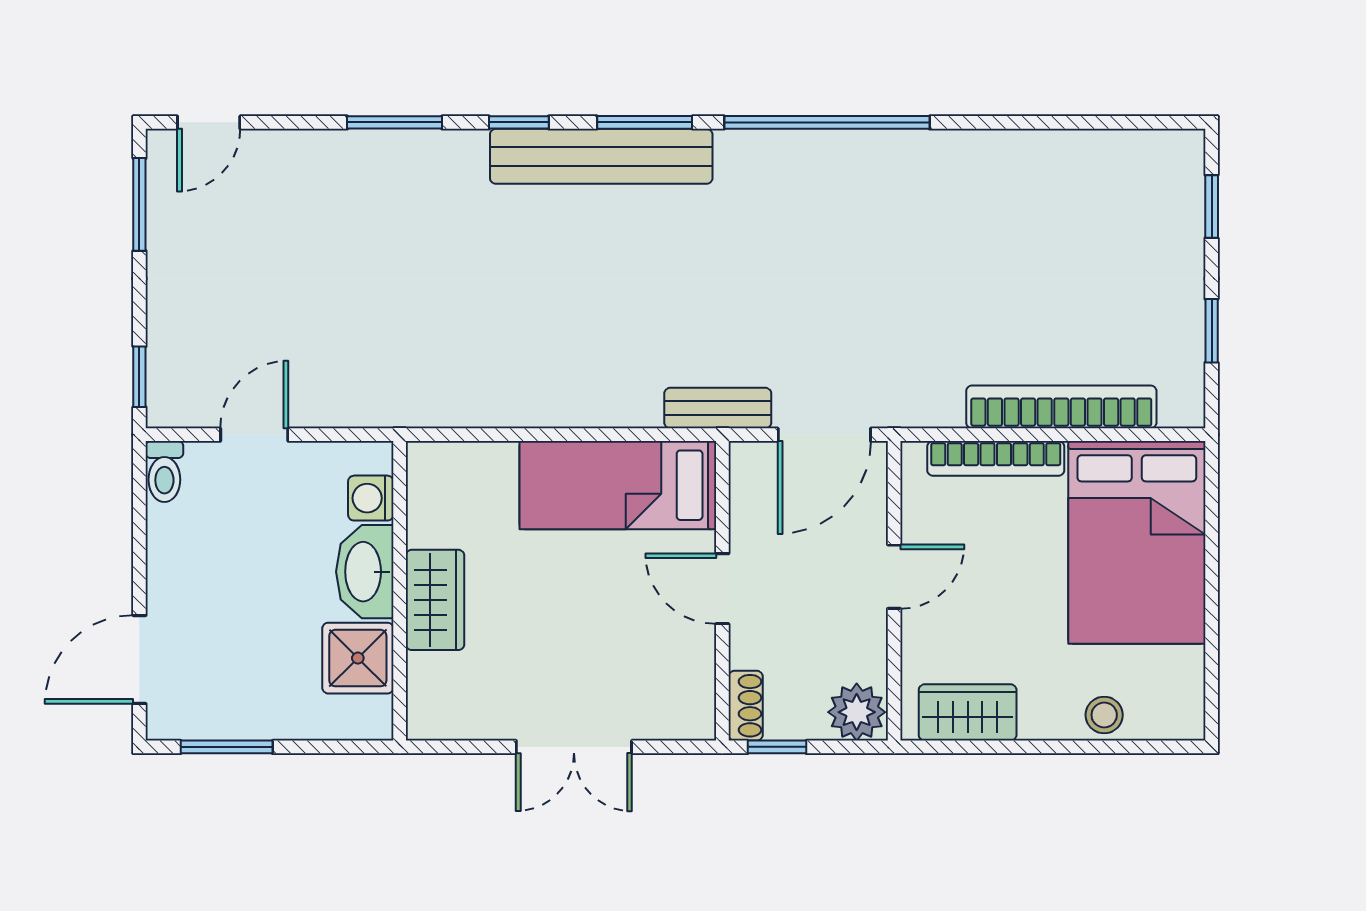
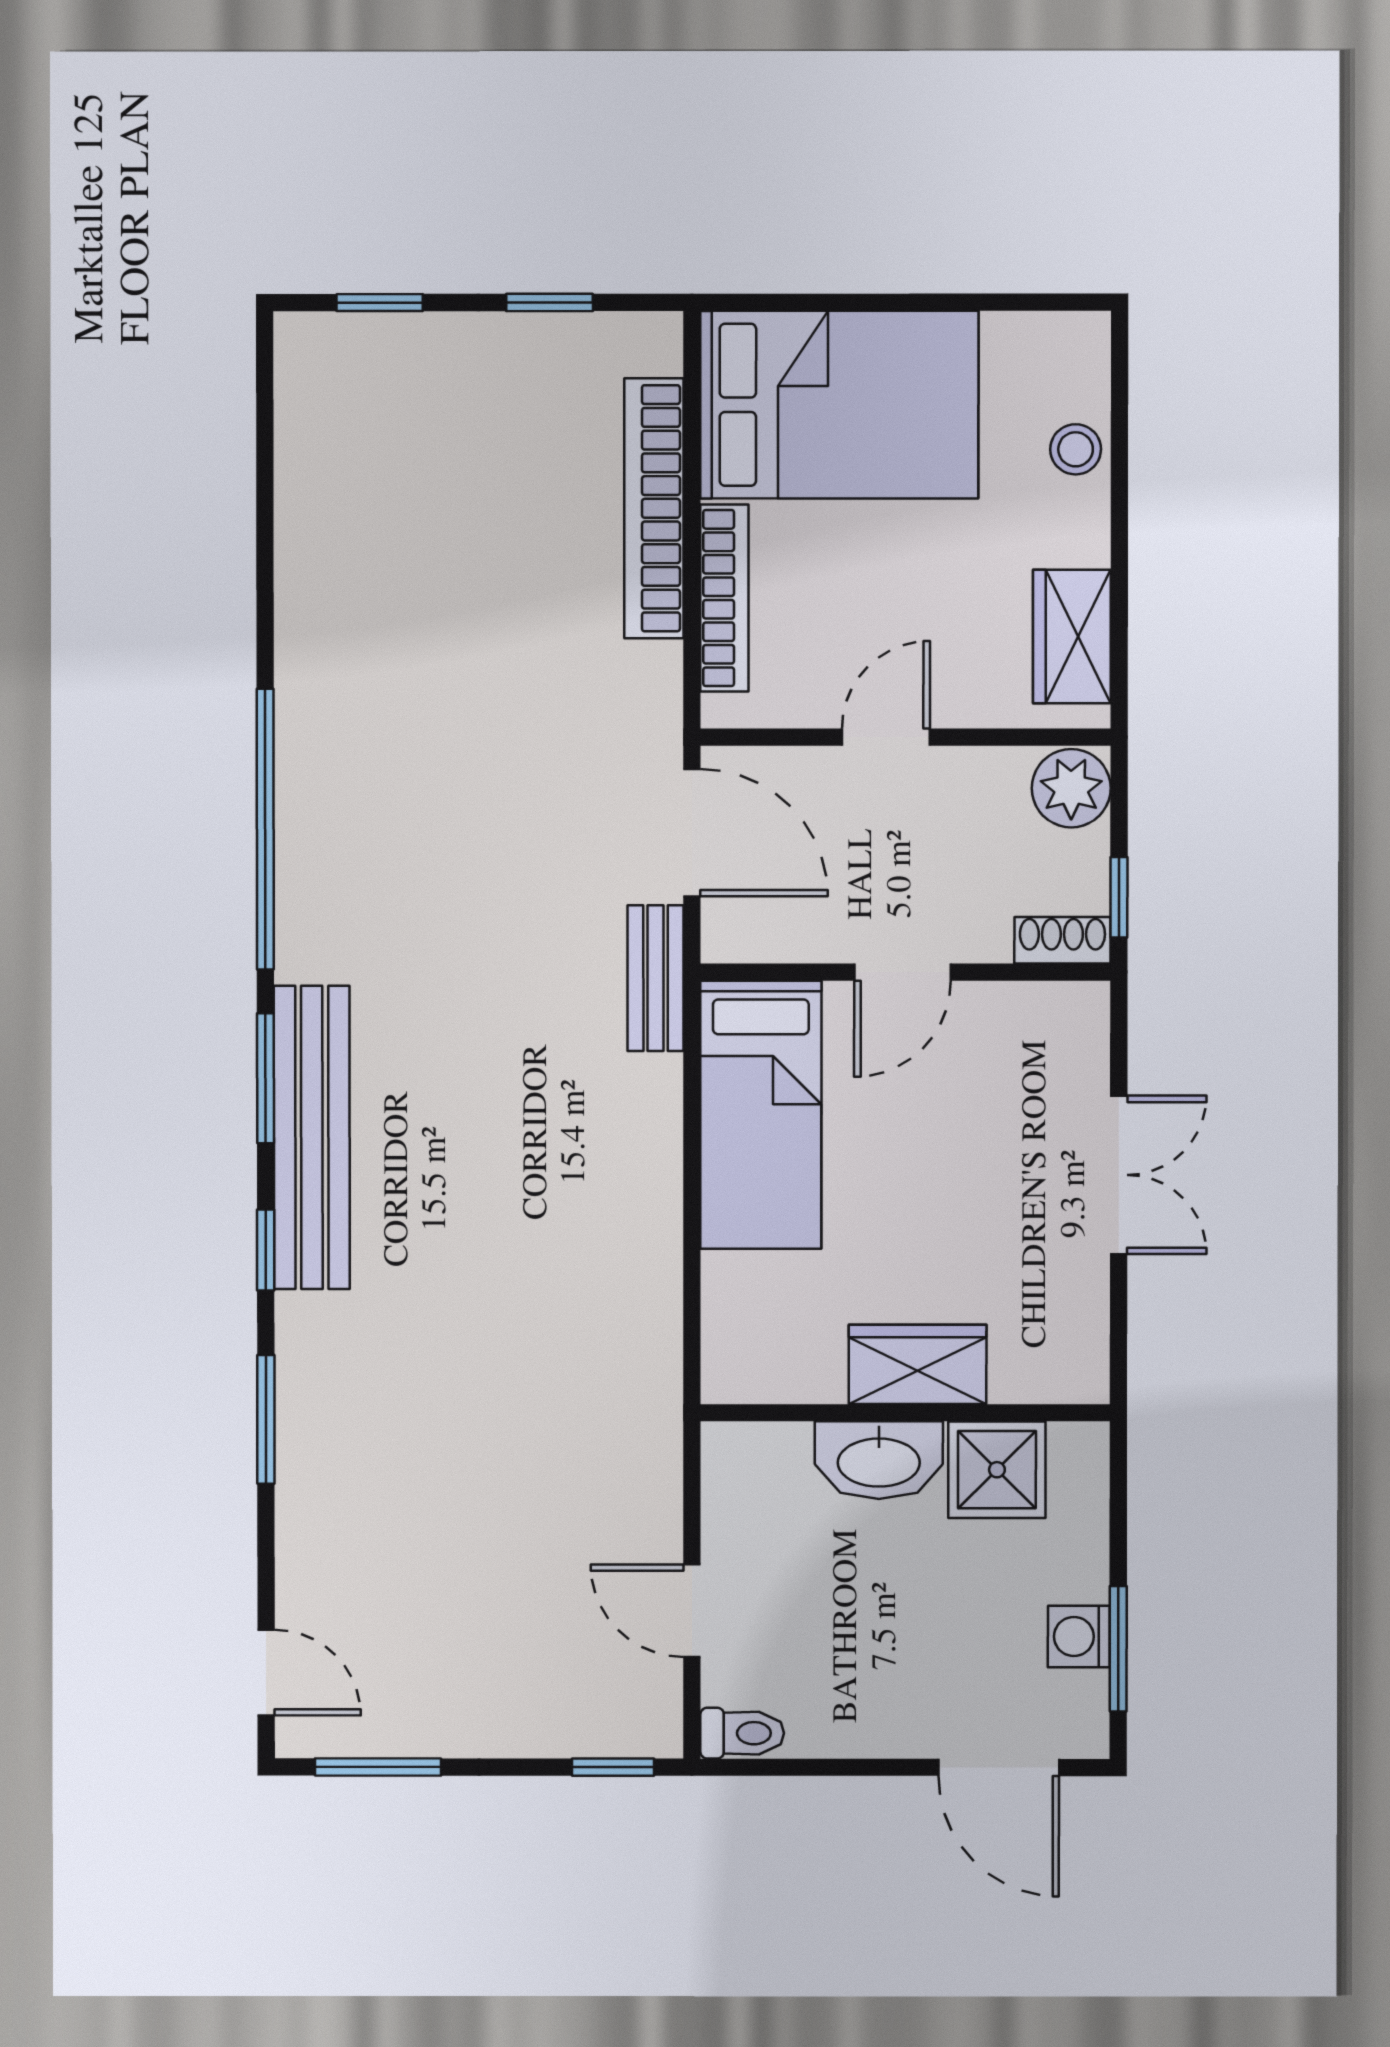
washing machine: (371, 498) -> (1079, 1636), moved, turned 90
door: (894, 577) -> (886, 737), hinge flipped

